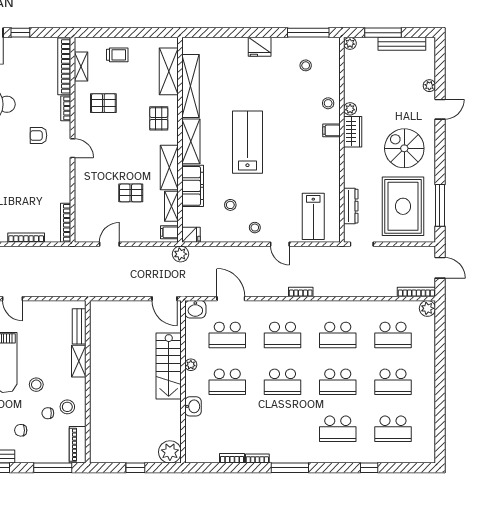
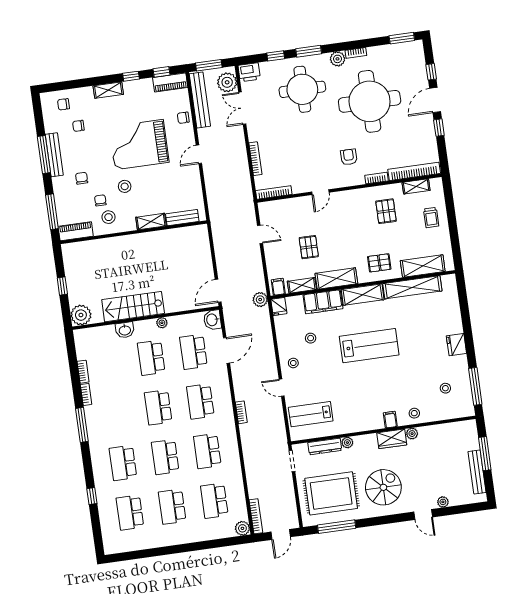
plant: (350, 43) -> (347, 443), moved
door: (73, 148) -> (320, 192), moved
door: (280, 244) -> (282, 388), hinge flipped
stairs: (169, 366) -> (133, 307), moved

